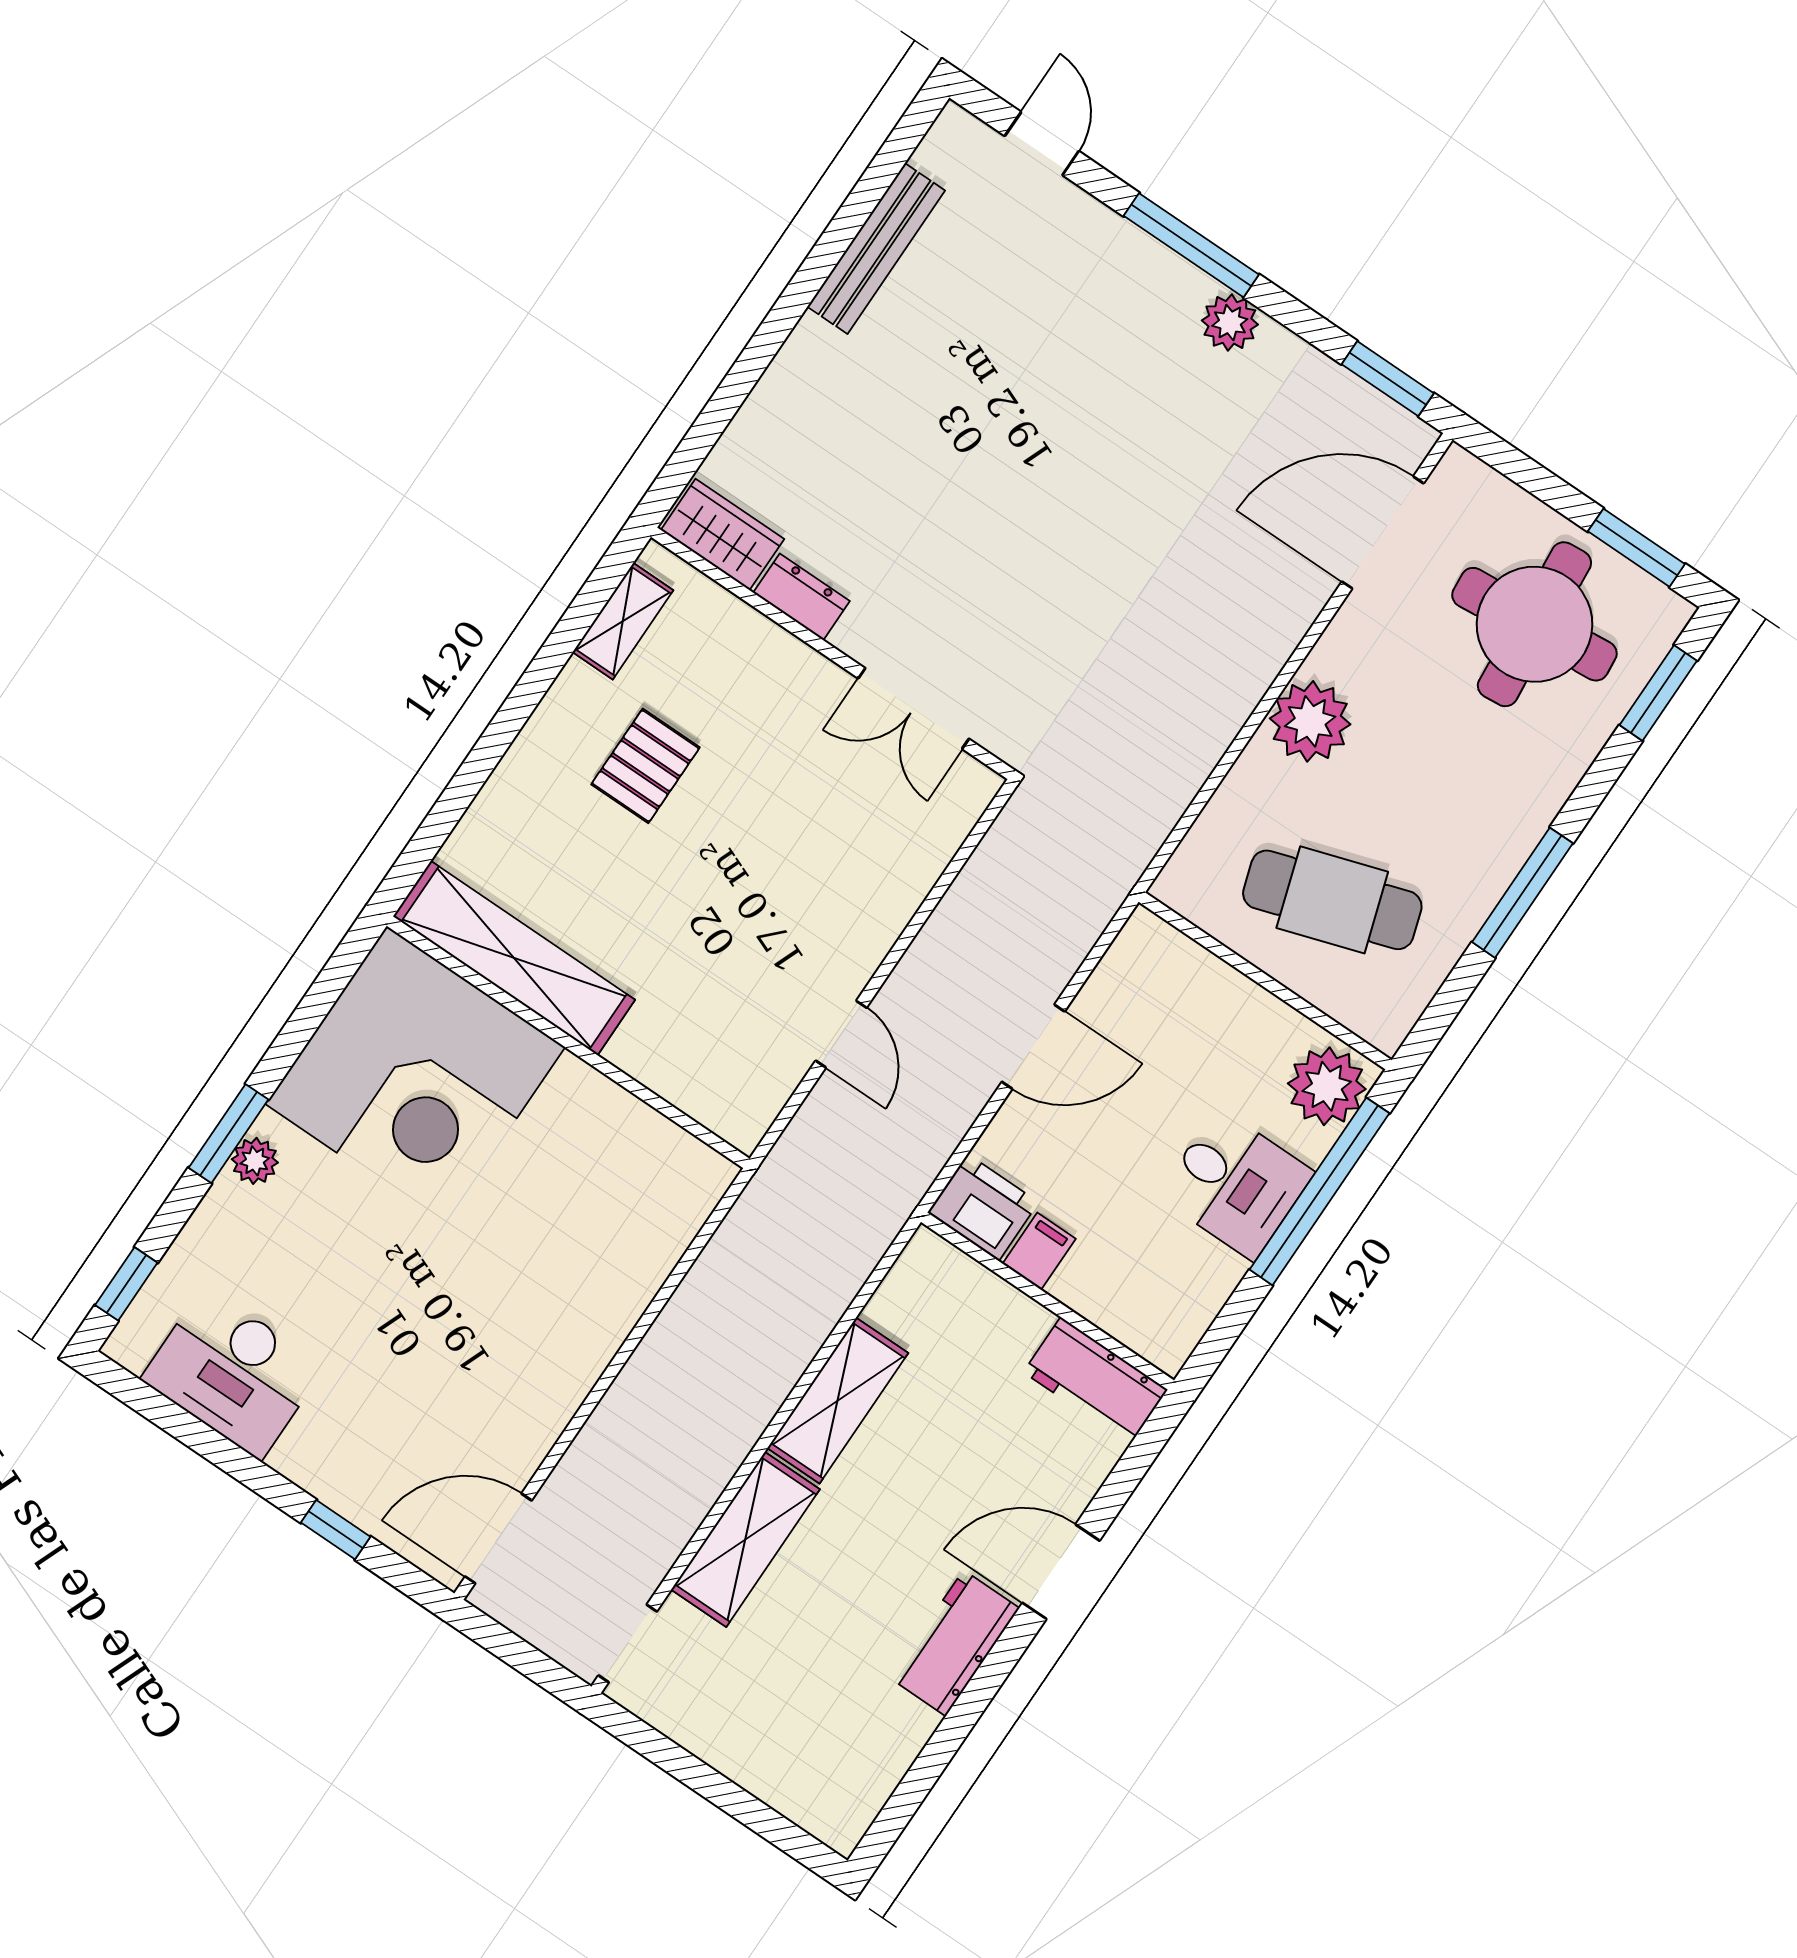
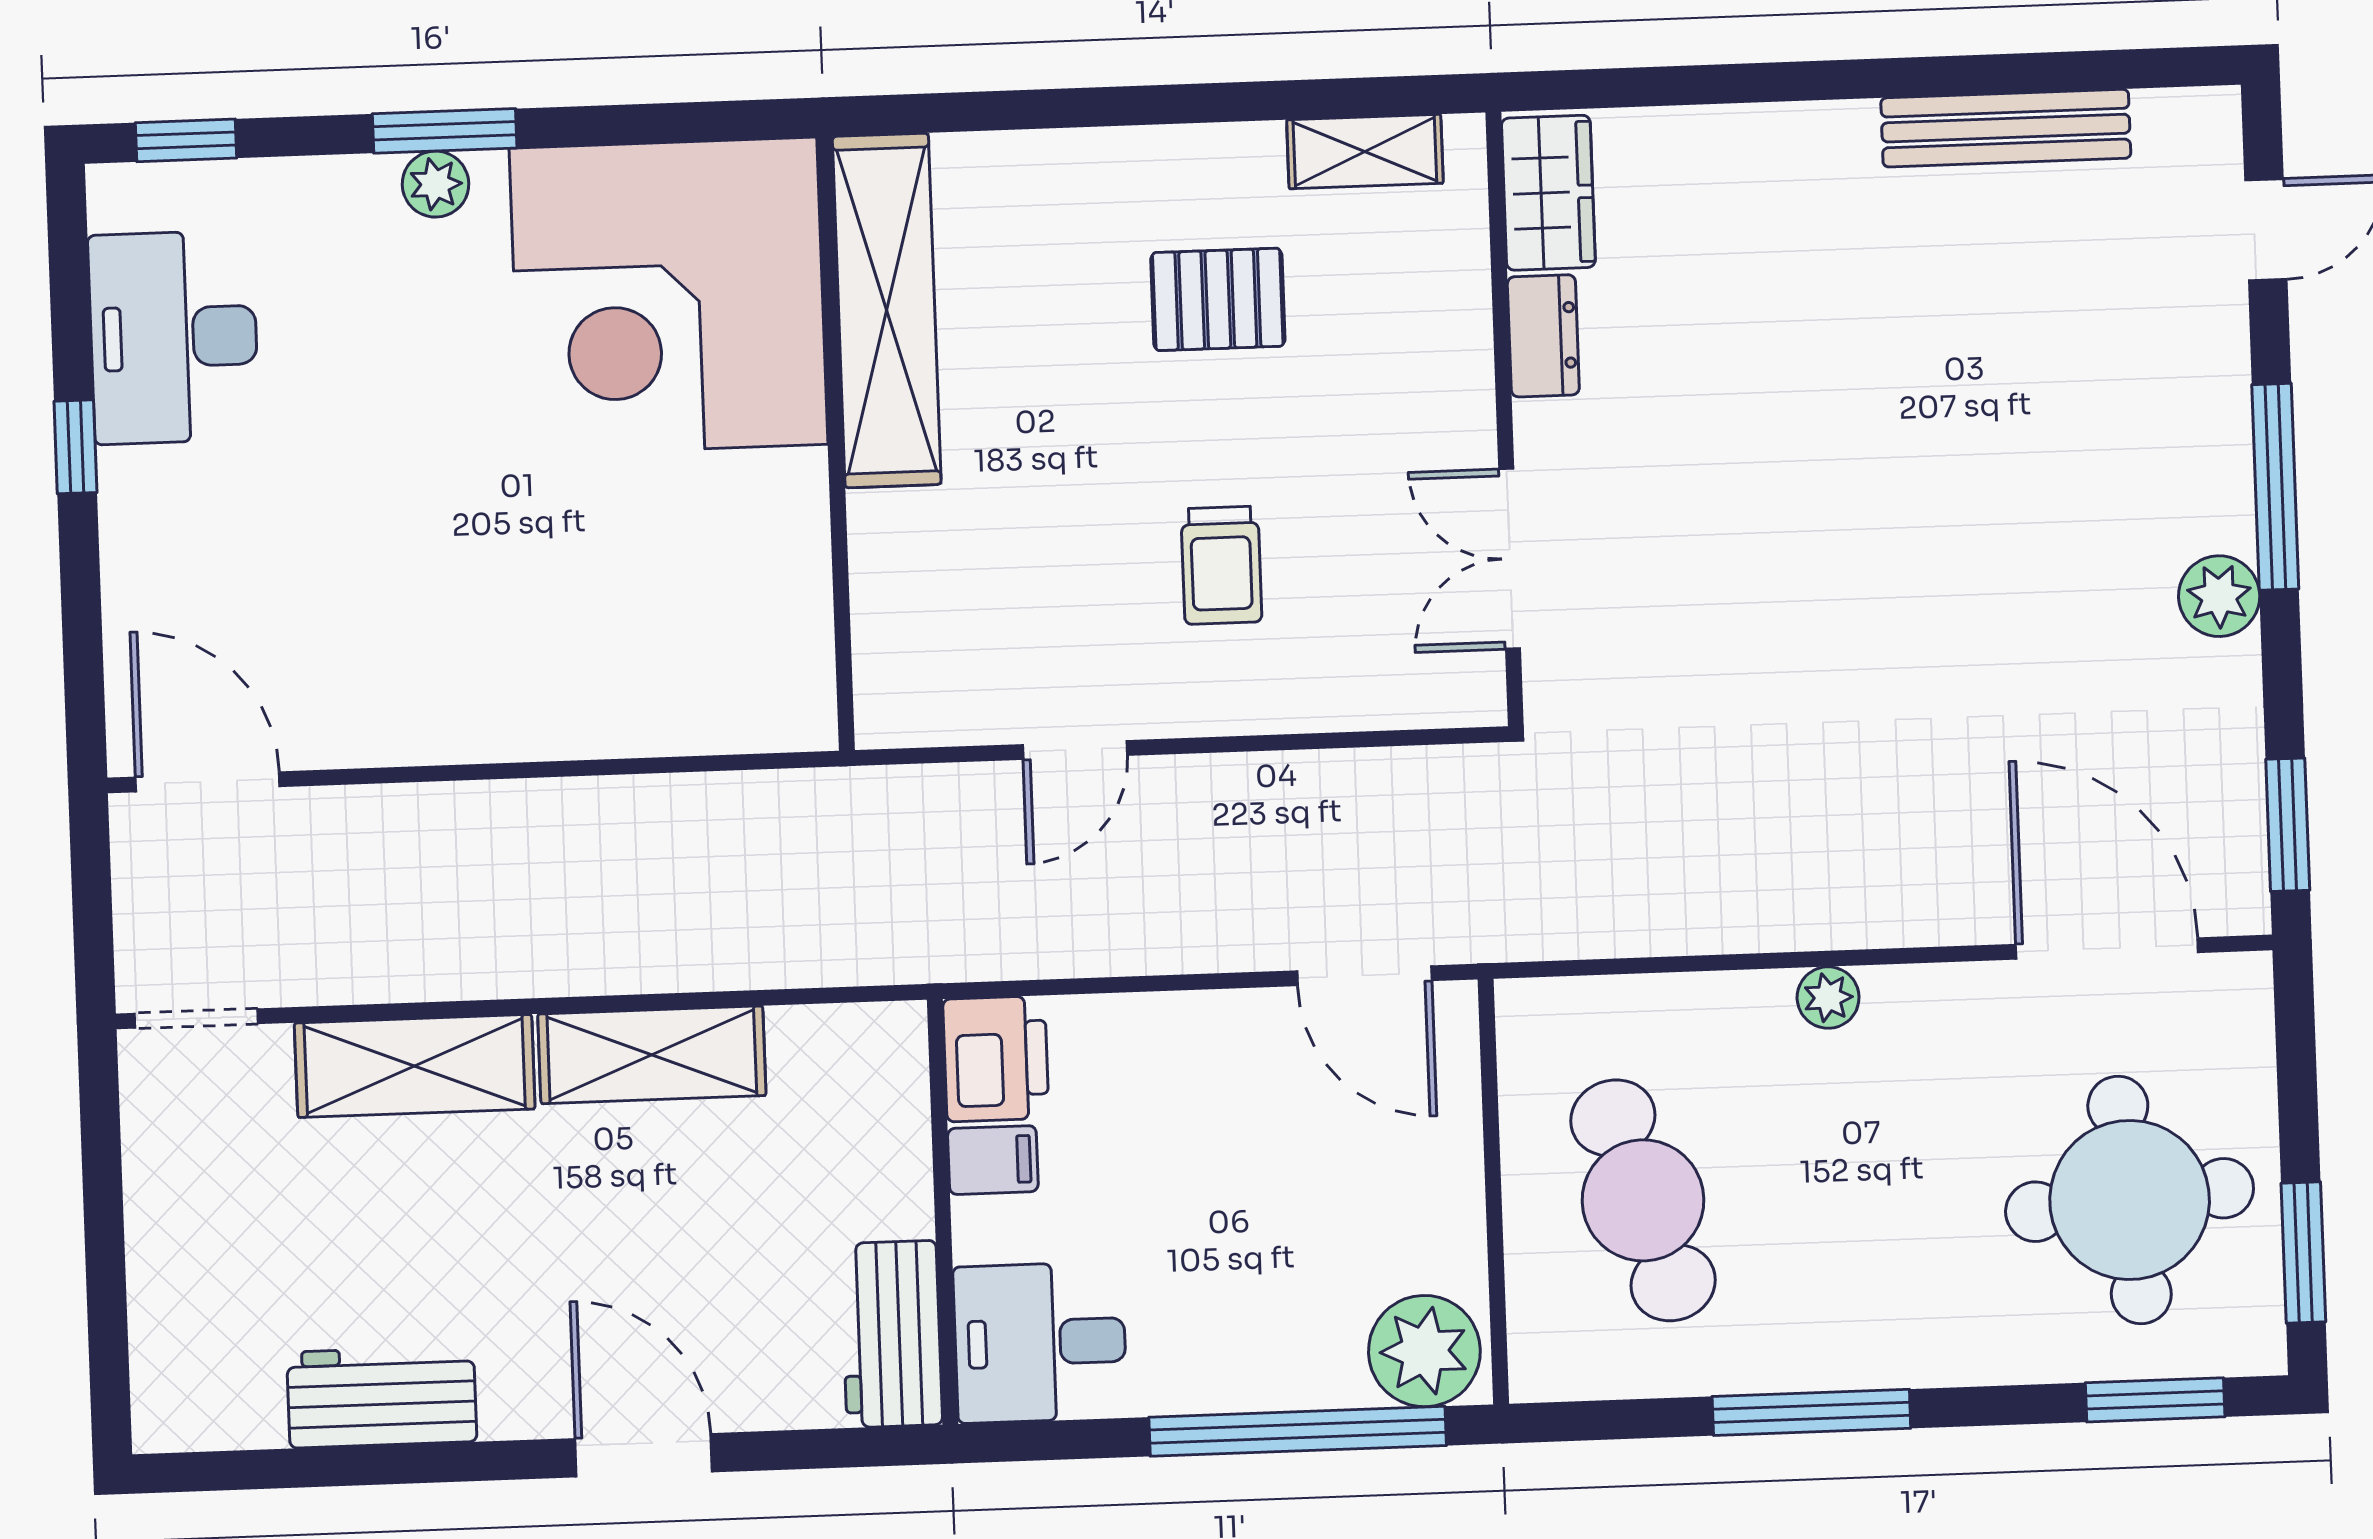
plant: (1310, 721) -> (1828, 998), width x0.53, depth x0.53
trolley: (797, 874) -> (1221, 565), added
door: (1033, 1047) -> (1364, 976), moved
desk: (1236, 1184) -> (1040, 1342), moved, turned 90
window: (336, 1530) -> (75, 447), moved
workbench: (955, 1643) -> (382, 1397), moved

